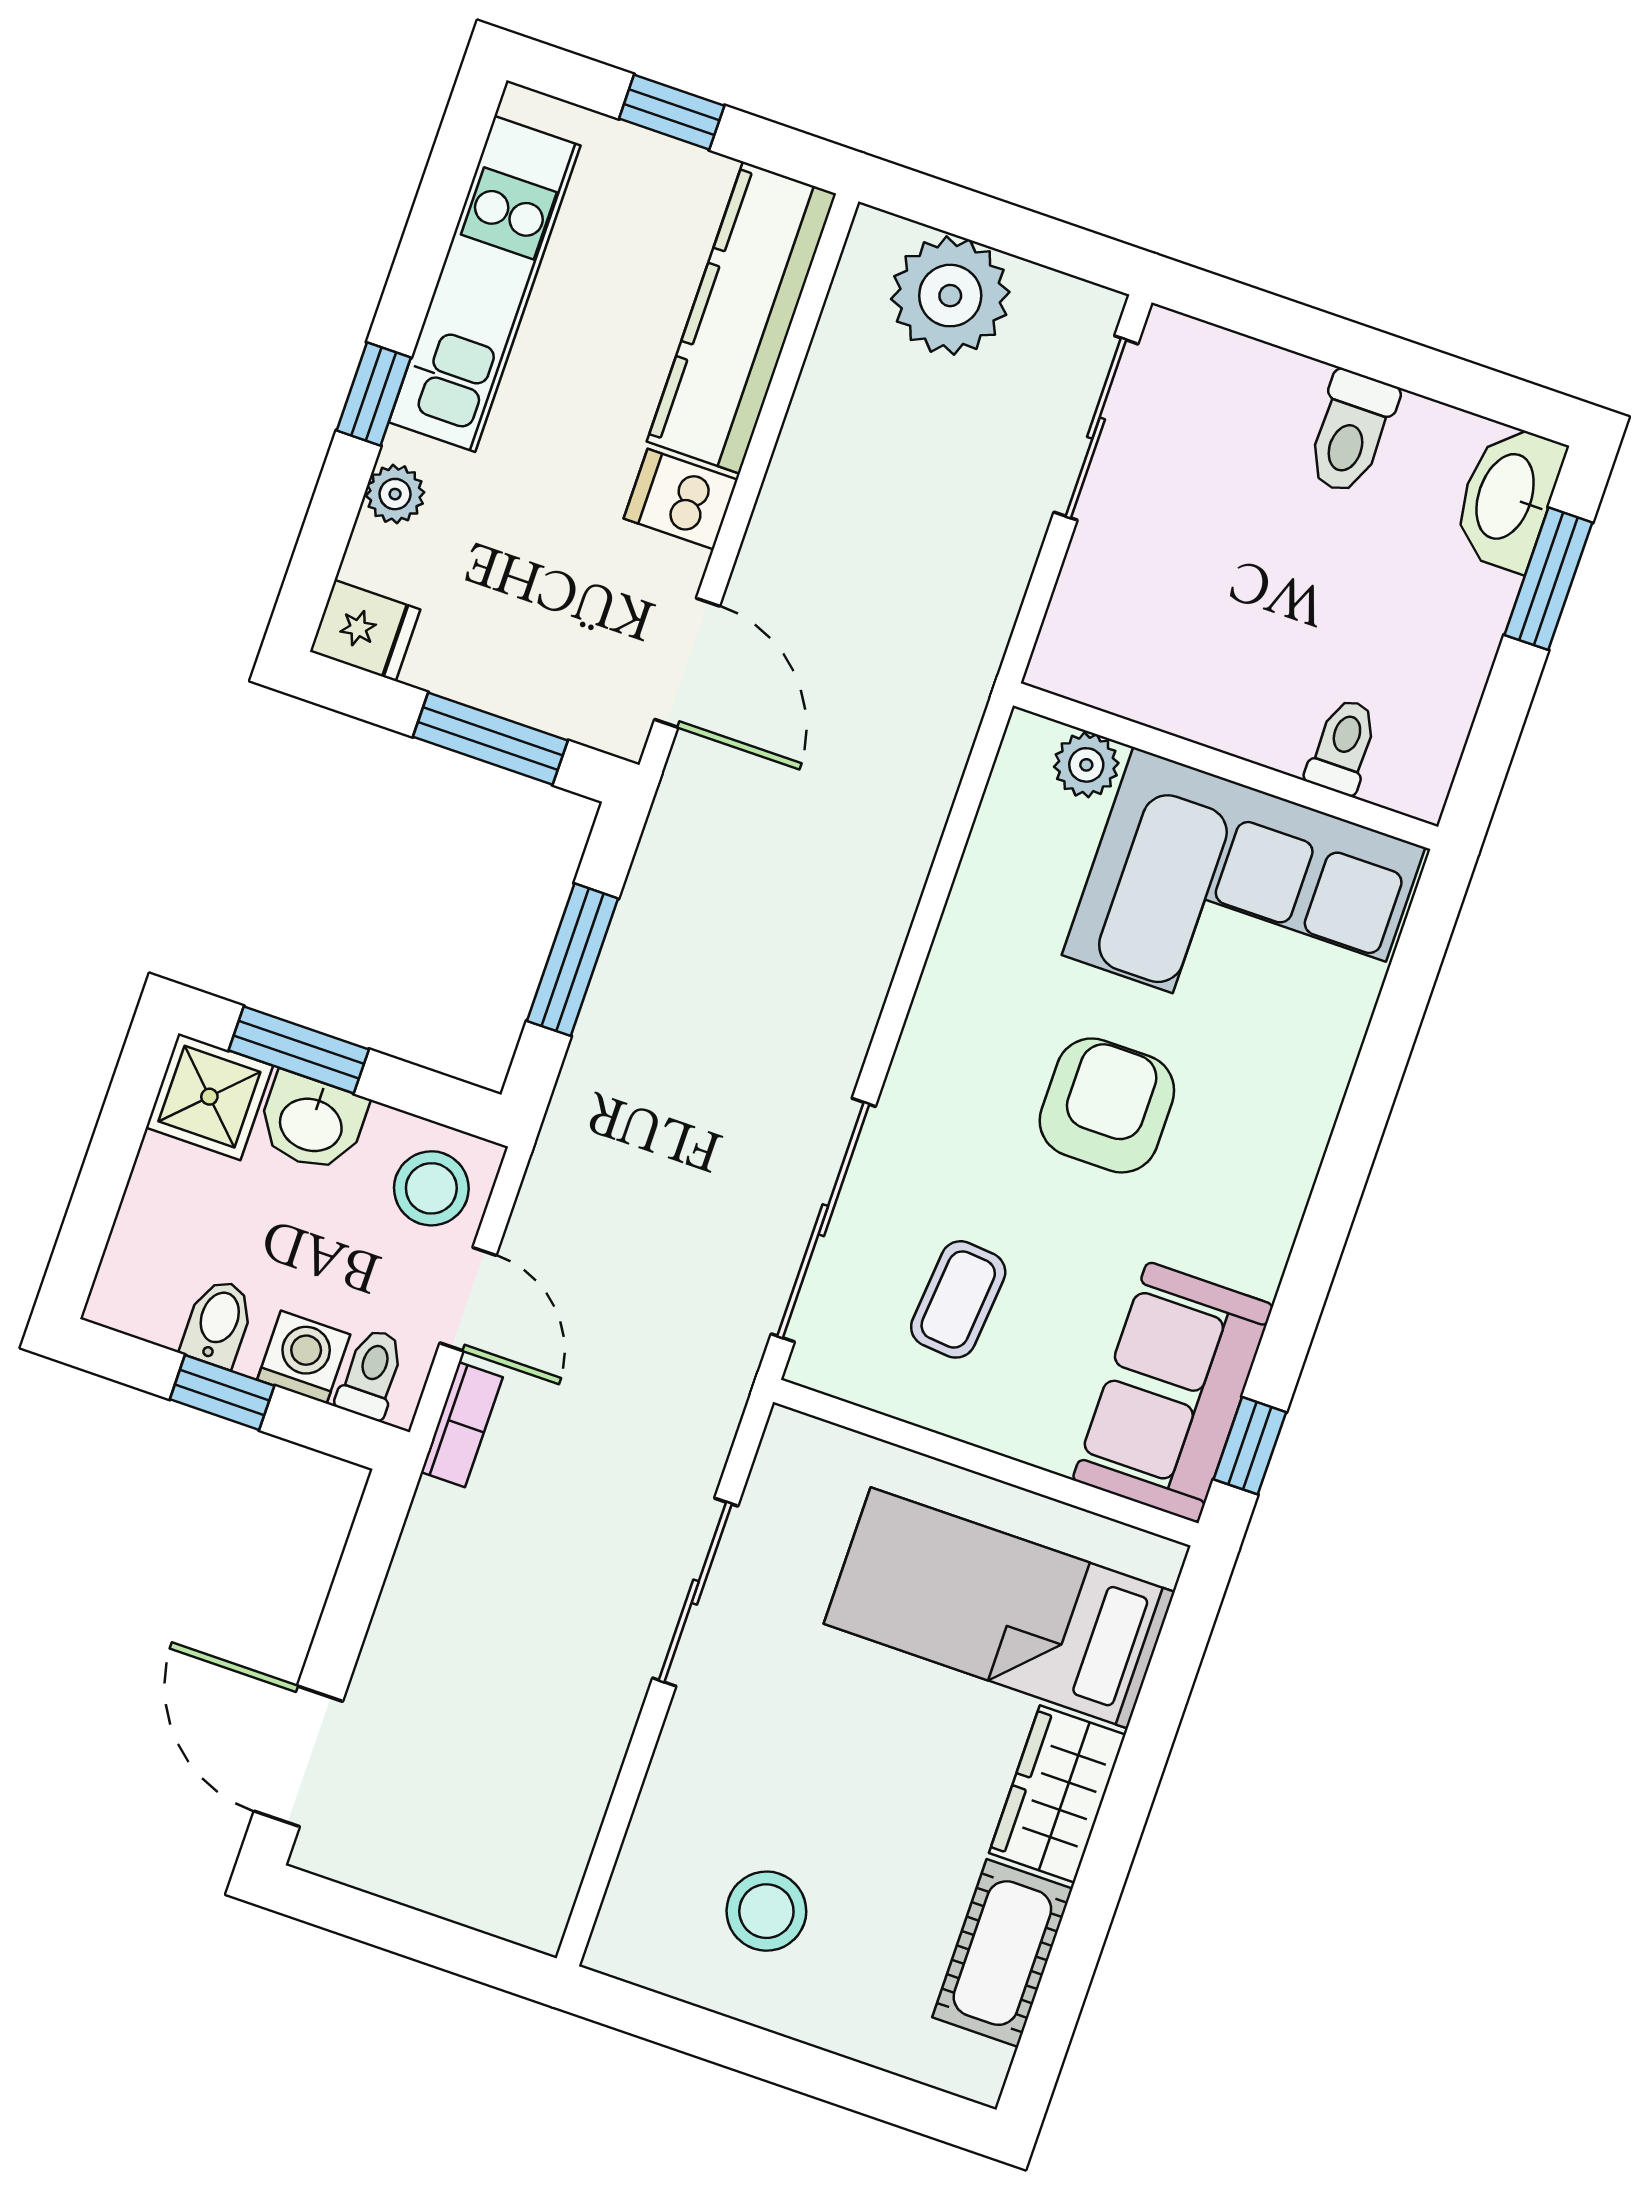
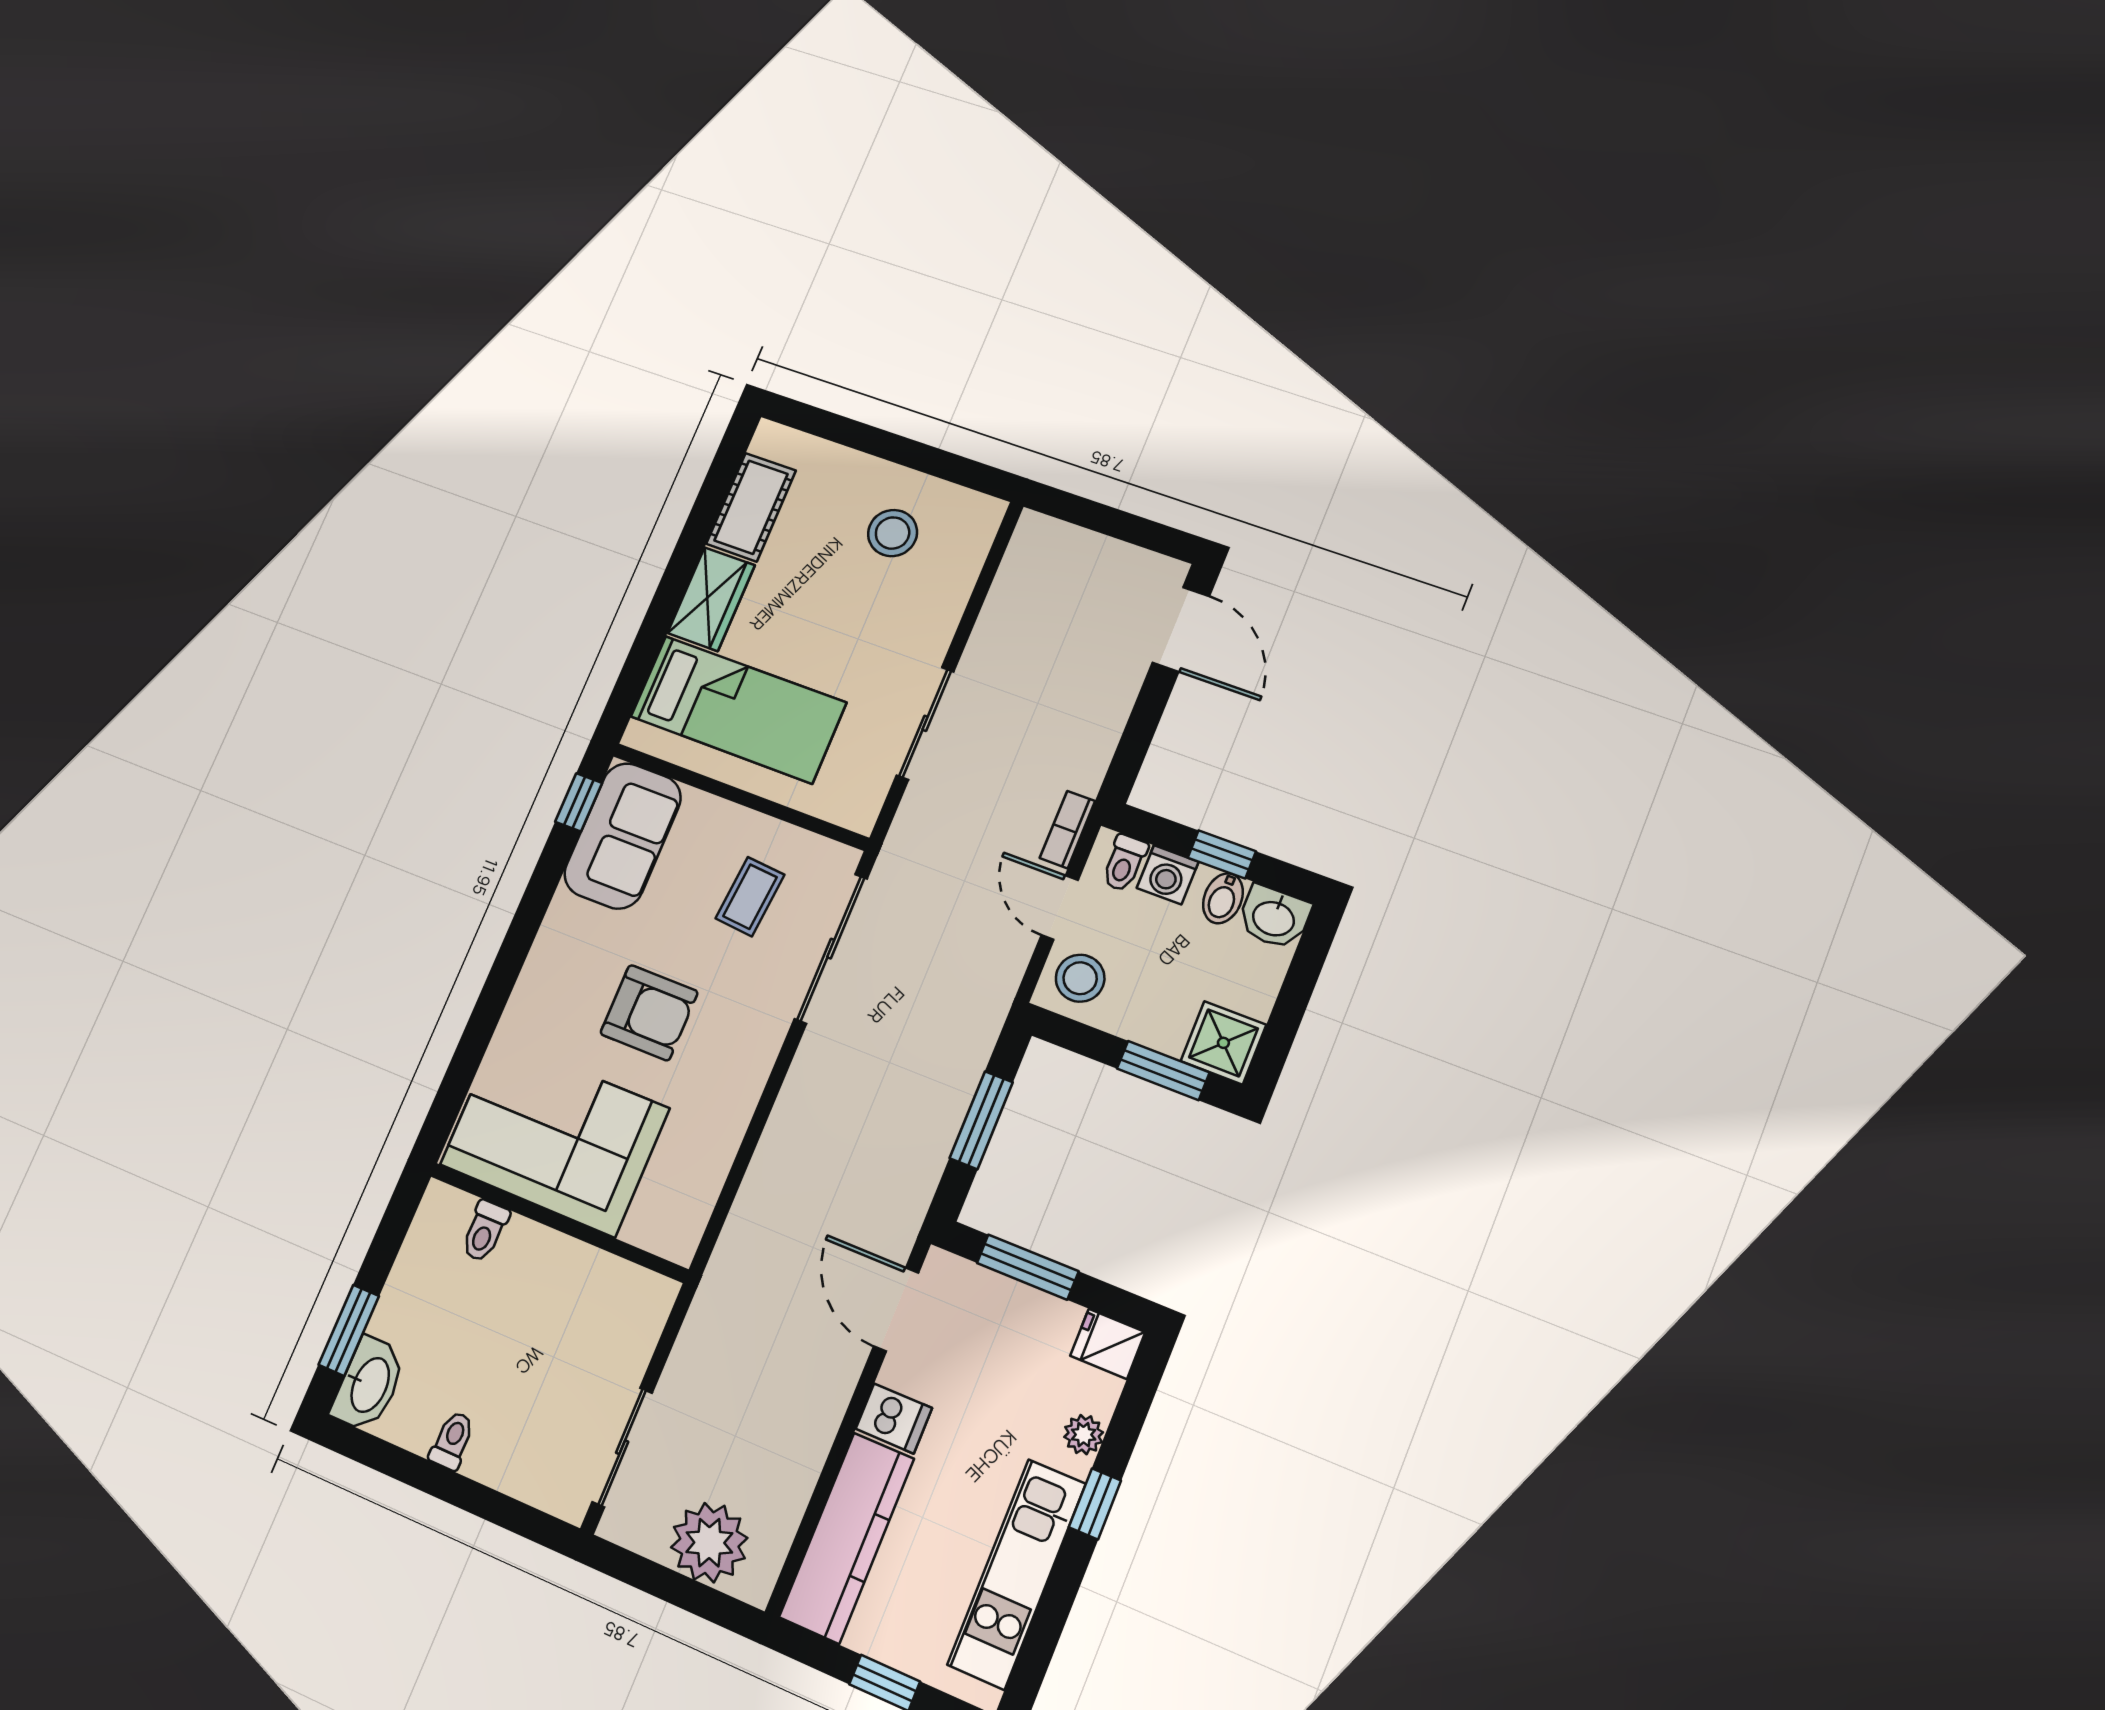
toilet: (1351, 432) -> (452, 1441), width x0.73, depth x0.72
plant: (1086, 765) -> (645, 1228), removed
armchair: (1107, 1105) -> (649, 1013), turned -90
washbasin: (312, 1123) -> (1274, 917), moved, turned 180

